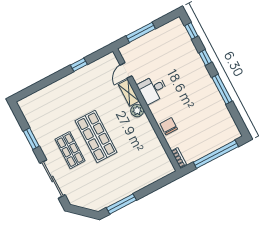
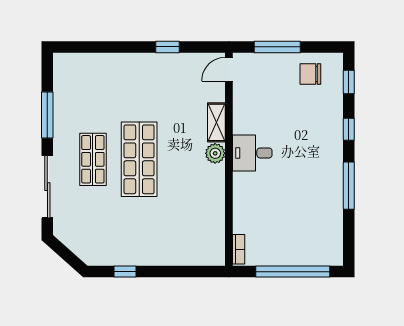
door: (126, 70) -> (229, 69), moved
desk: (153, 89) -> (252, 153), moved
chair: (169, 126) -> (310, 74), moved, turned -90
window: (31, 139) -> (47, 115), width x1.44
window: (121, 204) -> (125, 272), width x0.46

